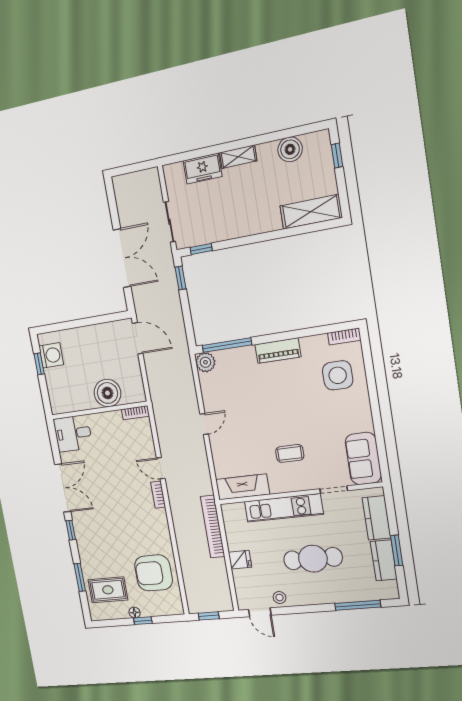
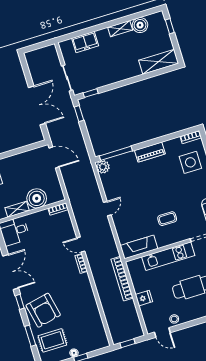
shelving: (238, 157) -> (120, 29), moved
shelving: (80, 404) -> (17, 209), added
armchair: (153, 573) -> (43, 310), moved, turned -102

